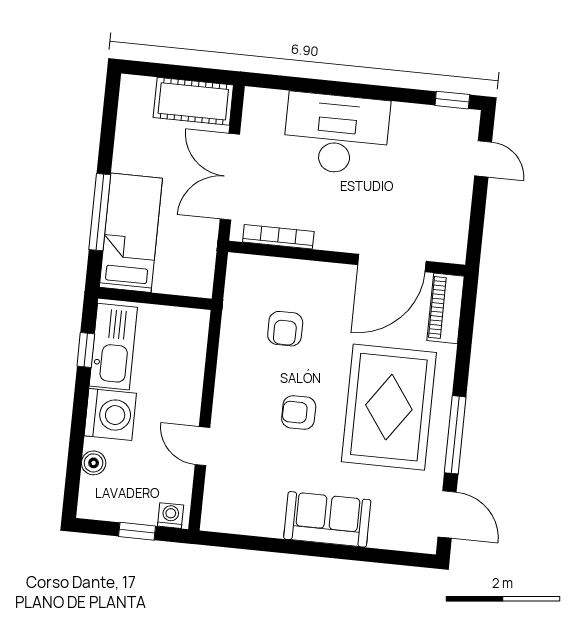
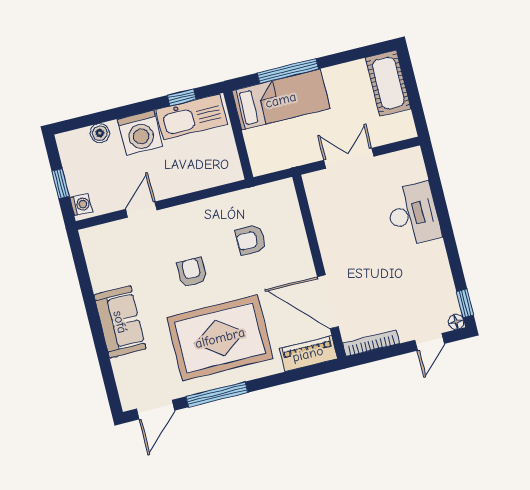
cot: (193, 101) -> (388, 83), moved
floor lamp: (471, 119) -> (456, 322), added
desk: (336, 134) -> (413, 214), width x0.73, depth x0.77
double door: (230, 177) -> (349, 158), width x0.73
bookcase: (278, 237) -> (371, 343), moved, turned -90

